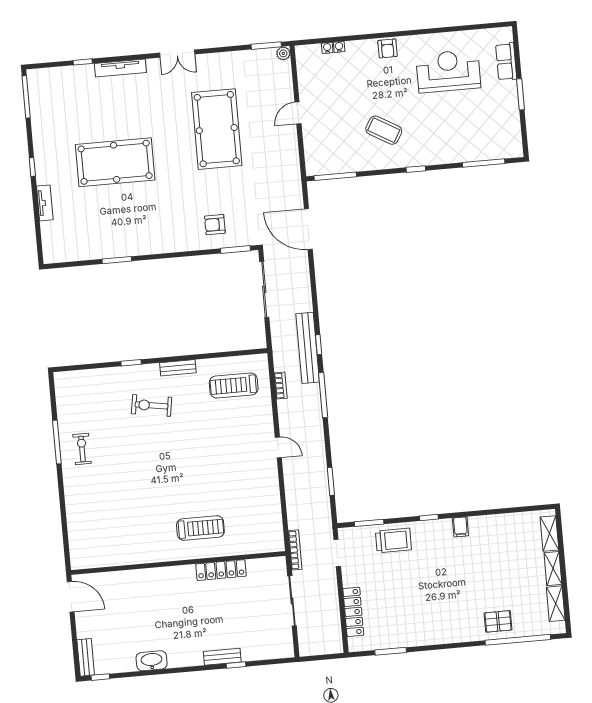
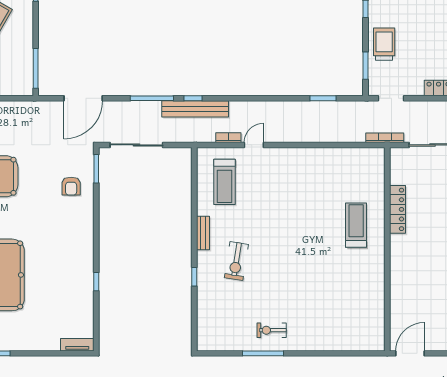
tv unit: (45, 203) -> (77, 345), moved
window: (117, 260) -> (96, 282), width x0.67
window: (323, 395) -> (152, 98), moved
door: (278, 447) -> (254, 145), moved

